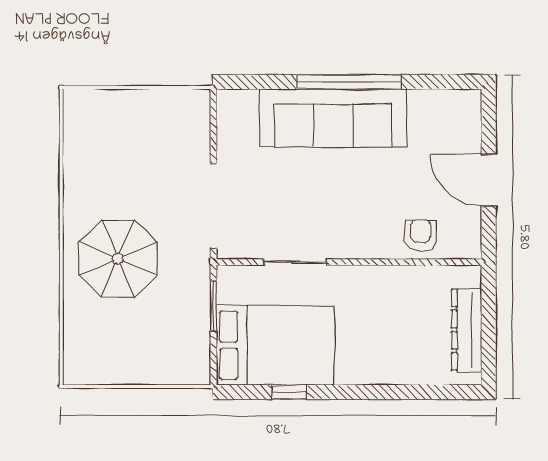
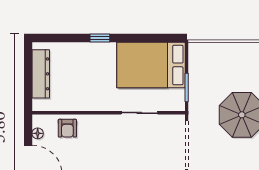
floor lamp: (472, 226) -> (38, 133), added
window: (289, 392) -> (100, 38), moved

